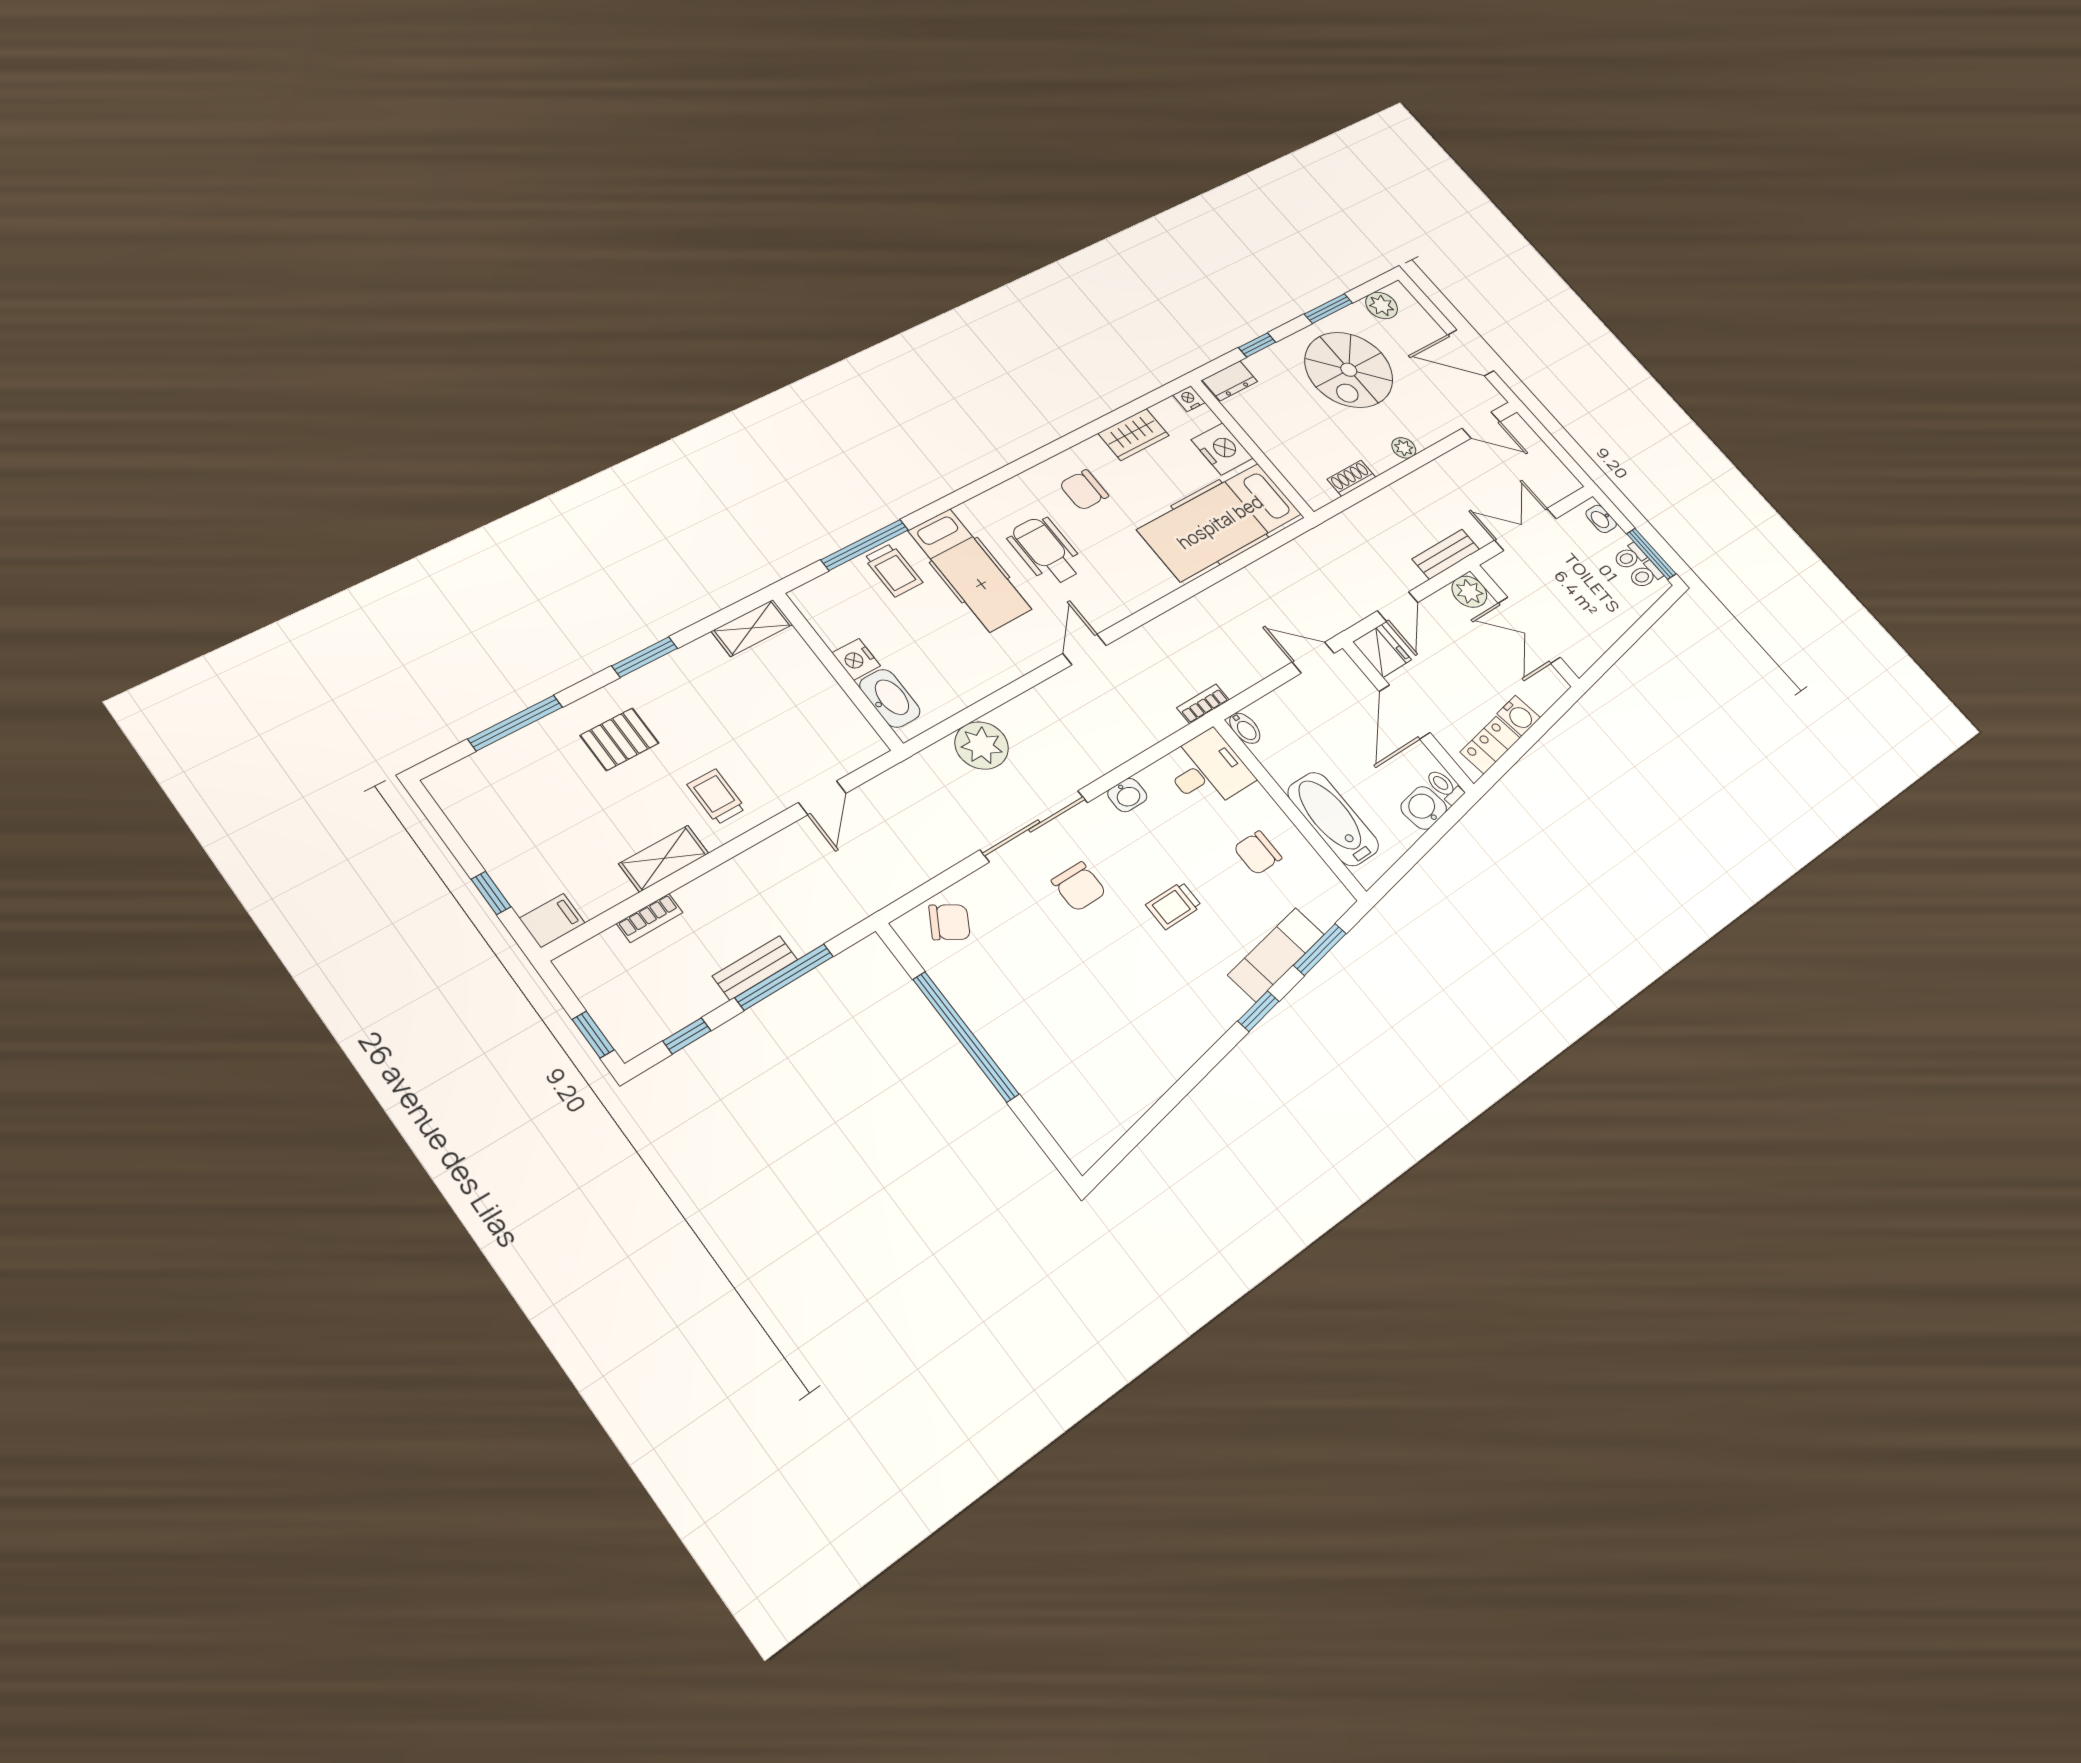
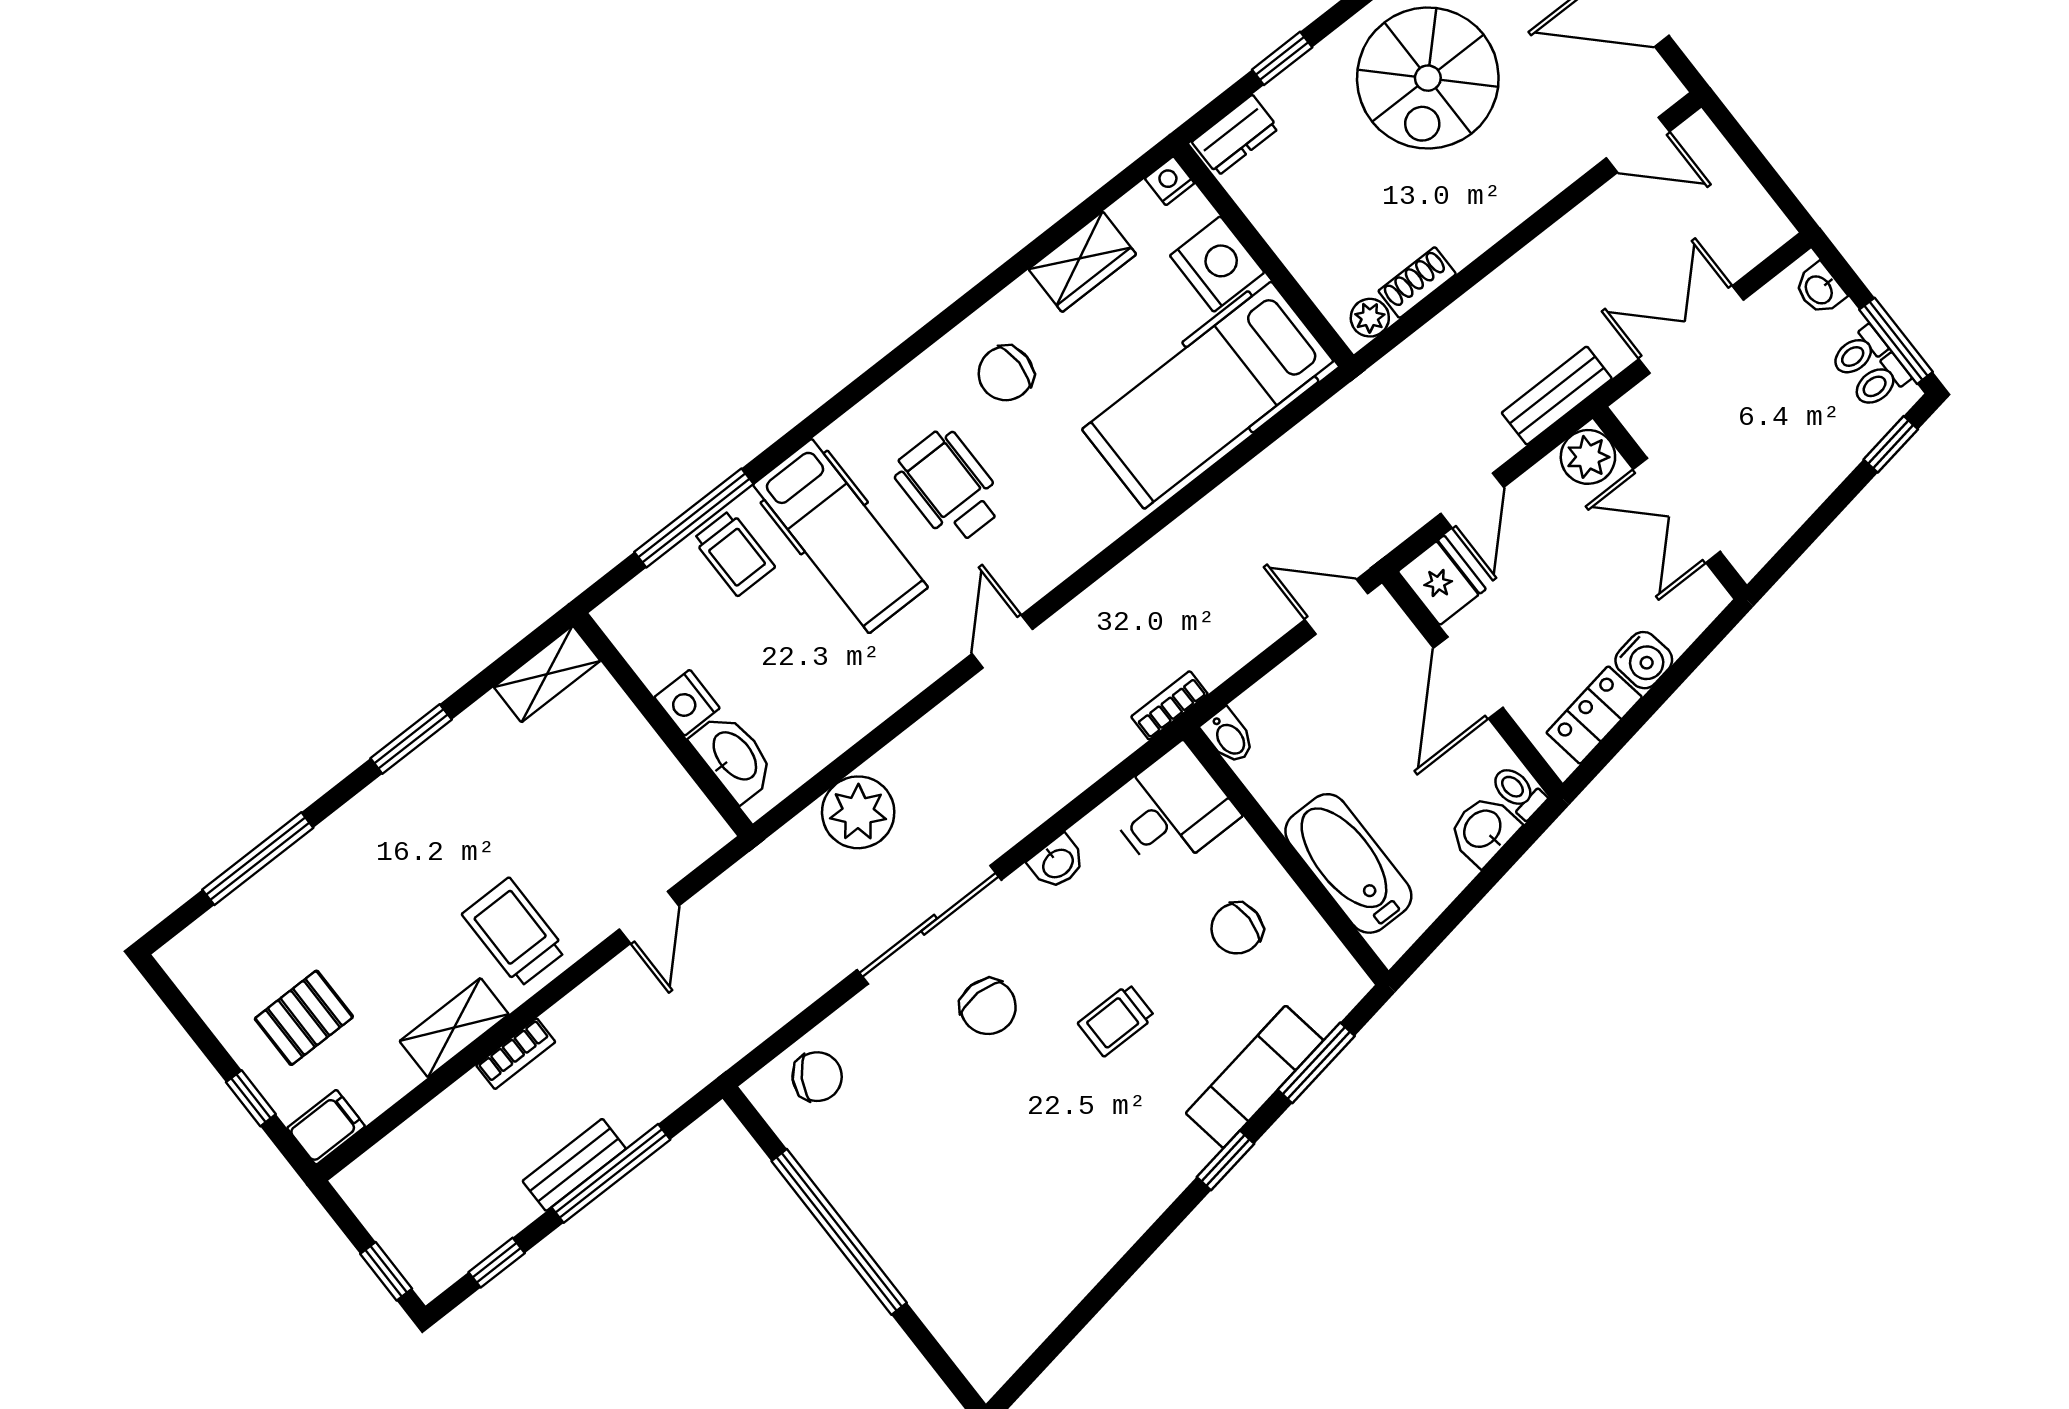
plant: (1404, 448) -> (1370, 318), moved
window: (1657, 611) -> (1891, 444), added
pallet: (619, 739) -> (304, 1018), moved
trolley: (716, 797) -> (514, 932), width x1.36, depth x1.39
bookcase: (650, 918) -> (516, 1054), moved

